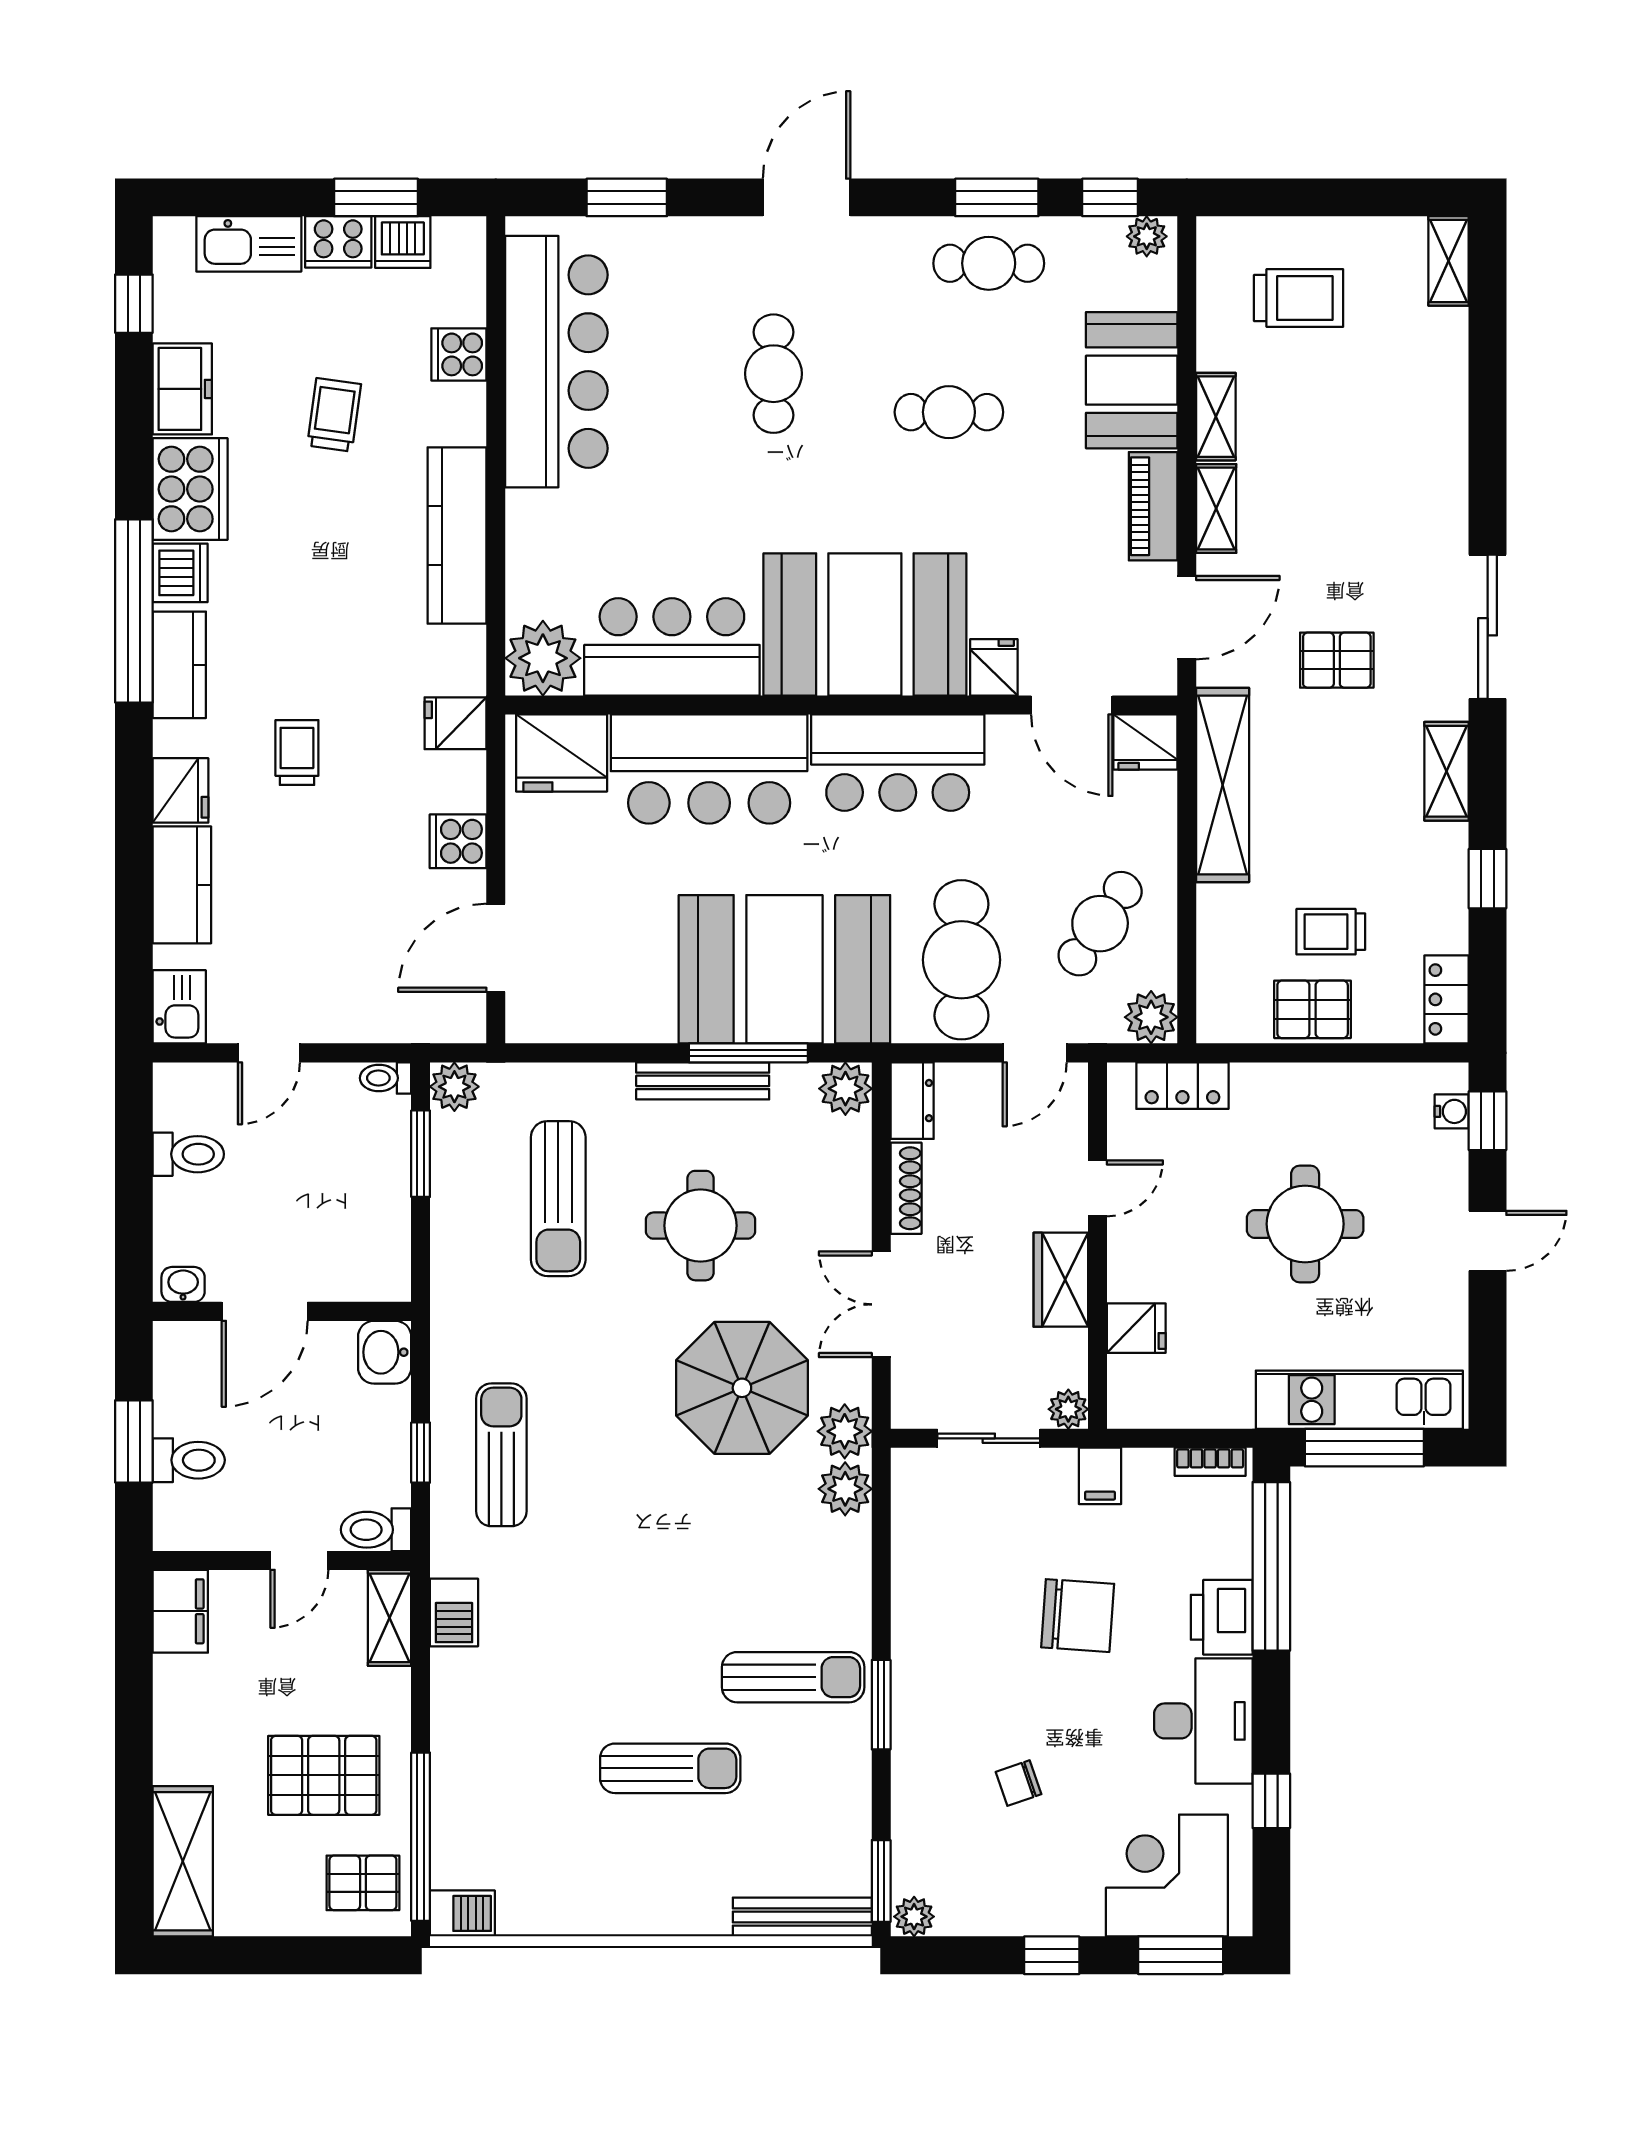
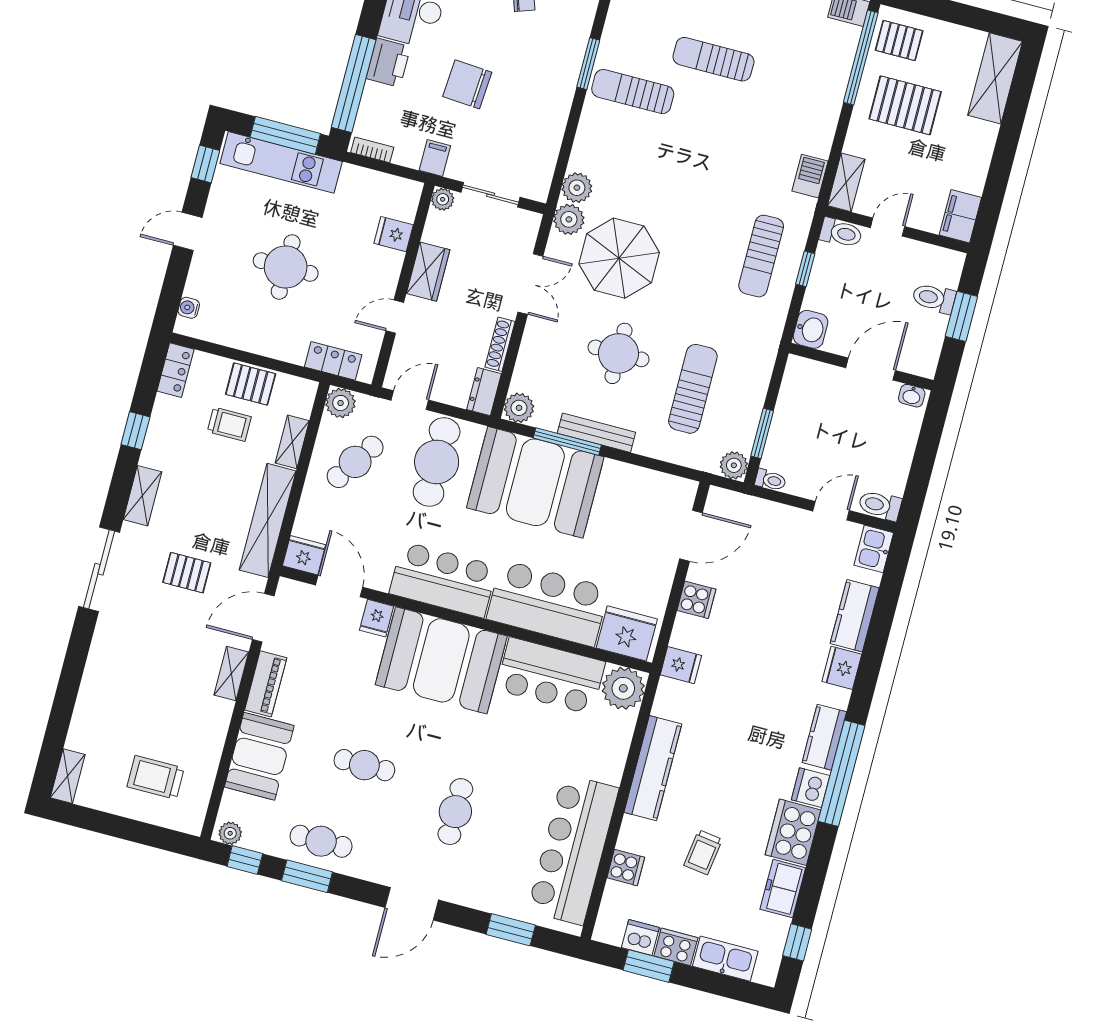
shelving: (1216, 417) -> (292, 442), moved
trolley: (297, 753) -> (772, 672), removed
window: (1488, 1121) -> (205, 164), moved
toilet: (188, 1154) -> (880, 505), moved

